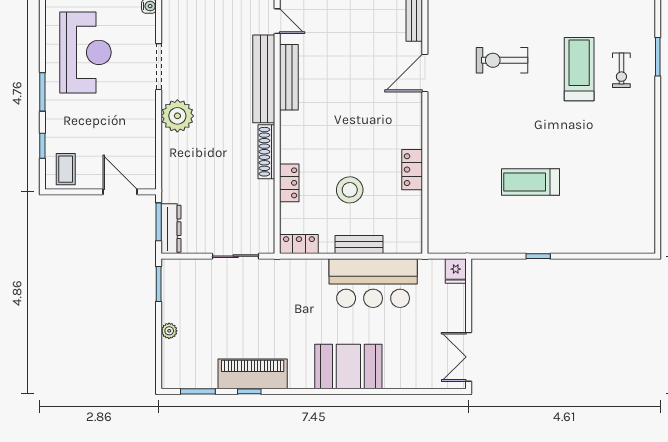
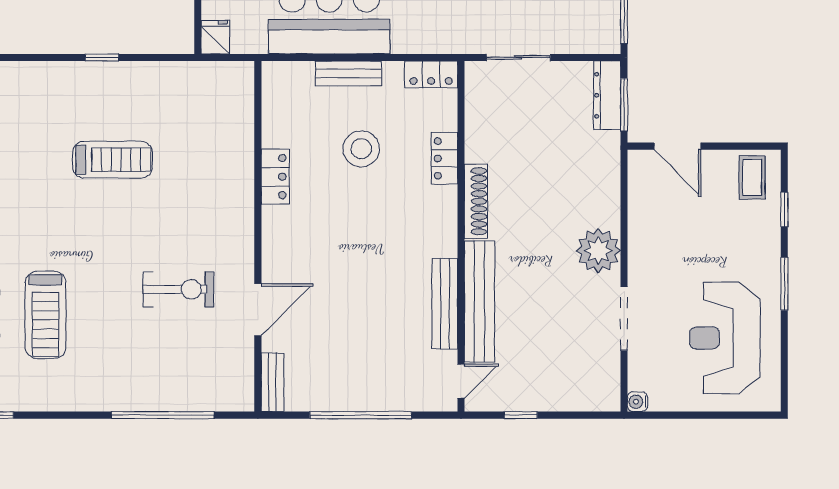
door: (277, 21) -> (461, 381), swing flipped
exercise bike: (502, 60) -> (178, 289), moved

